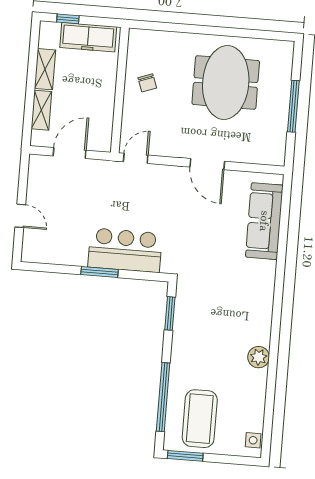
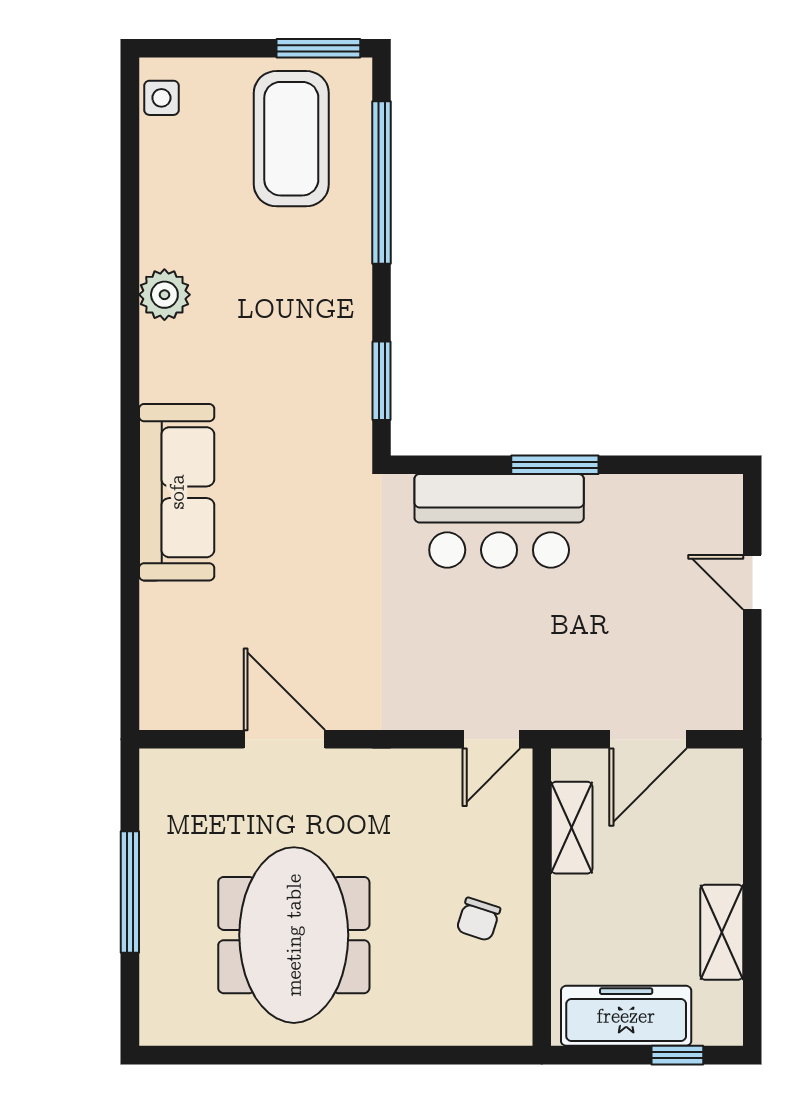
chair: (147, 83) -> (478, 919), turned -142
shelving: (41, 110) -> (572, 828), moved
door: (207, 164) -> (284, 739), moved
sofa: (264, 221) -> (177, 492), moved

